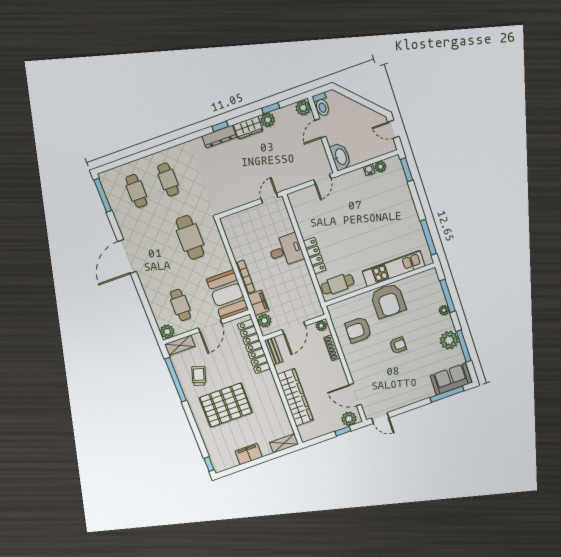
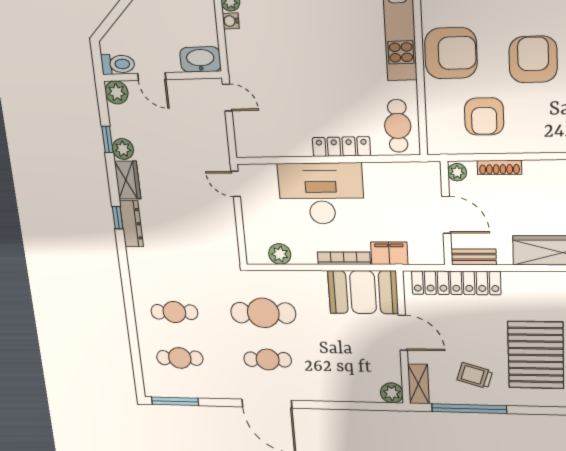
desk: (286, 250) -> (321, 194), width x1.87, depth x1.30
cafe table: (180, 305) -> (268, 360), moved
plant: (264, 321) -> (280, 254), moved
armchair: (398, 345) -> (533, 59), width x1.88, depth x1.88

